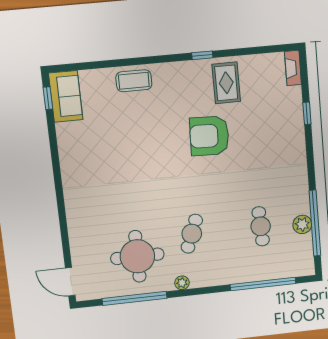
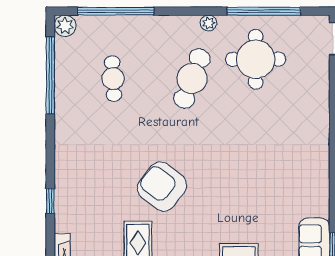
armchair: (209, 136) -> (162, 187), turned -144
plant: (302, 224) -> (65, 26), moved
cafe table: (192, 234) -> (192, 79), width x1.37, depth x1.35

